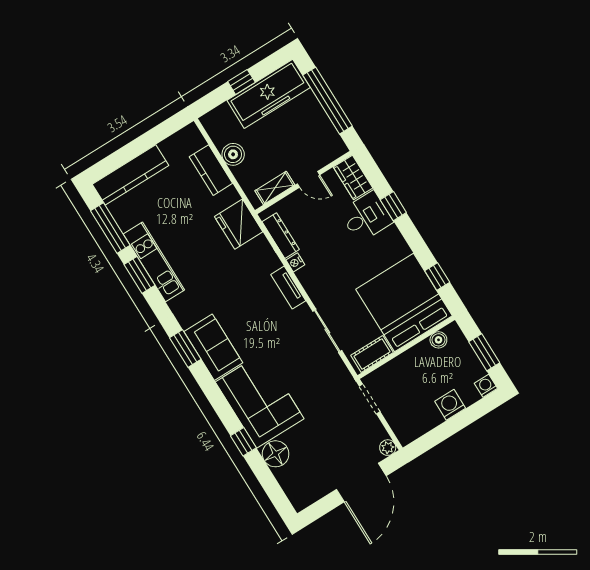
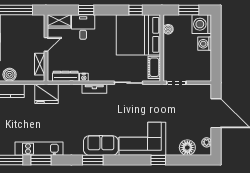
washing machine: (486, 386) -> (202, 24), width x1.89, depth x1.89
plant: (388, 448) -> (207, 142), moved
floor lamp: (276, 454) -> (187, 148), moved

